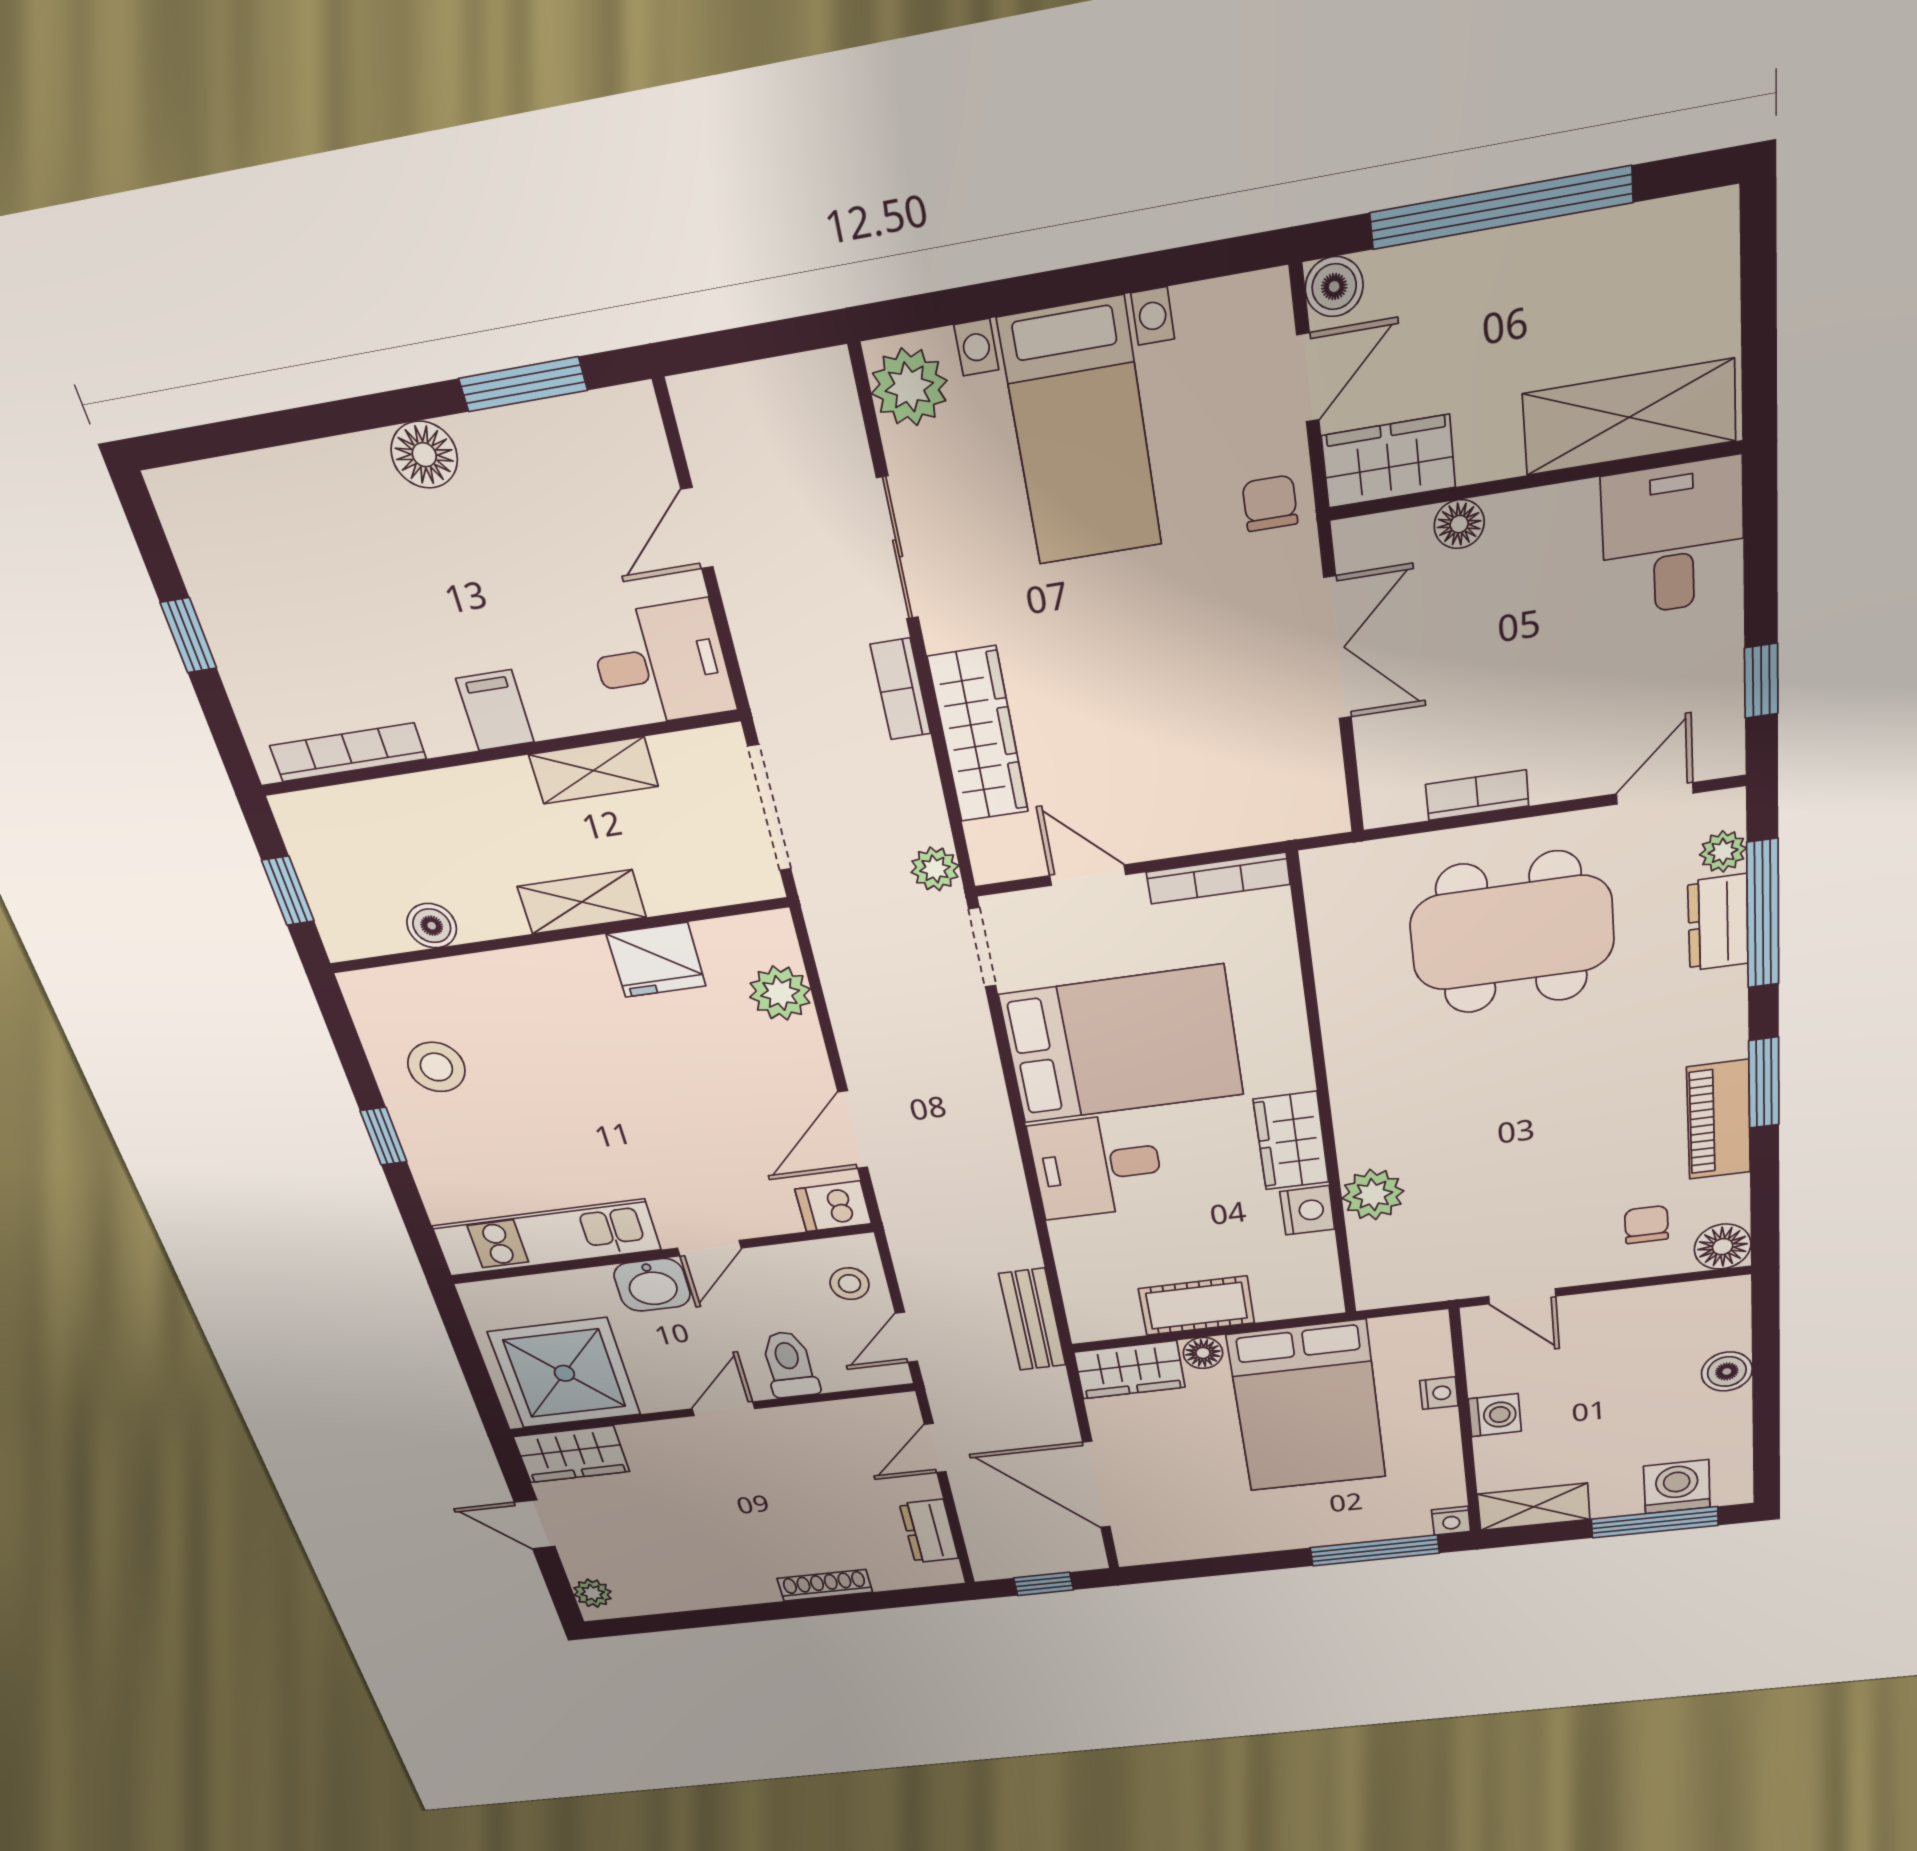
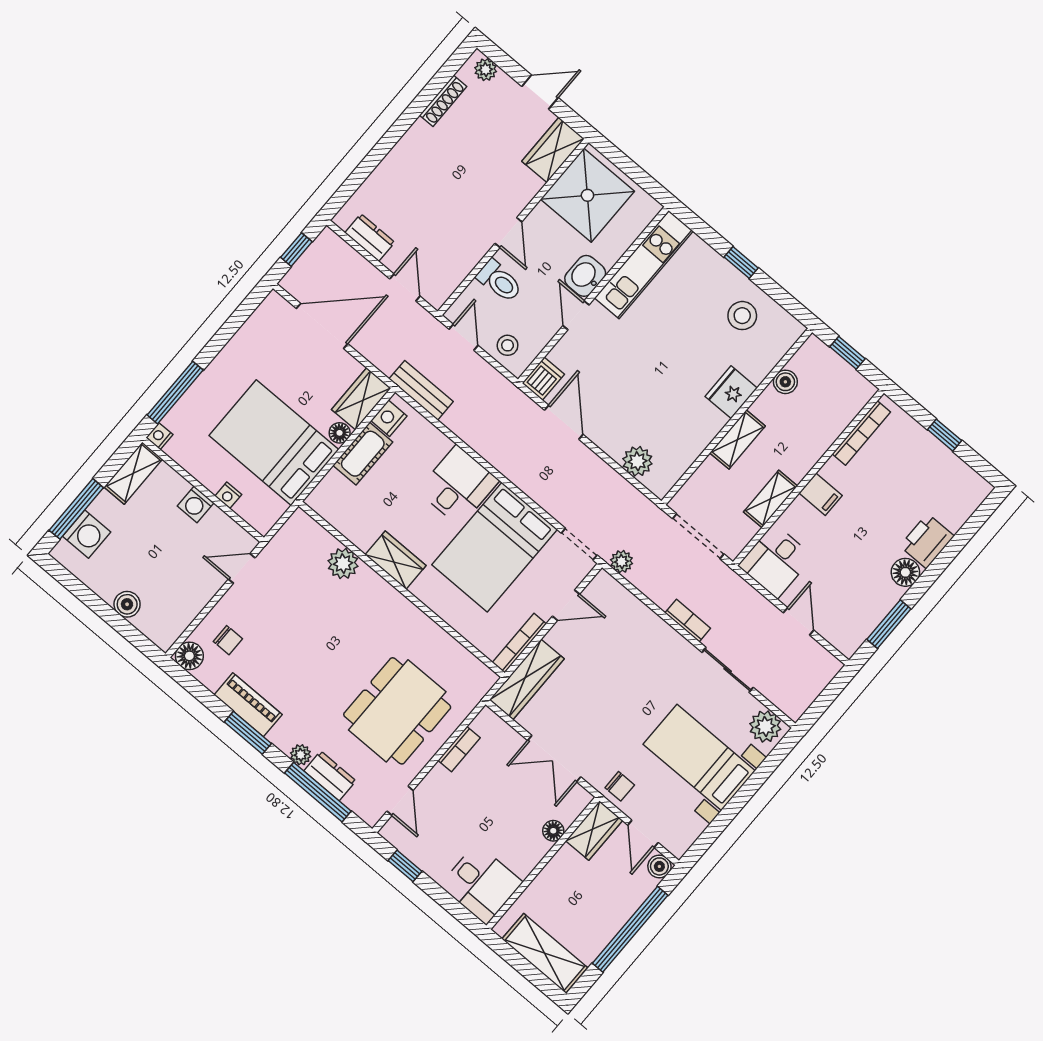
shelving: (1629, 417) -> (545, 953), moved, turned 90
printer: (343, 479) -> (927, 541), added
wardrobe: (978, 735) -> (527, 679), moved, turned -90
plant: (1723, 852) -> (301, 755), moved
fridge: (656, 960) -> (731, 392), moved
nightstand: (1307, 1210) -> (389, 418), moved, turned 90
shoe rack: (825, 1585) -> (443, 101), moved

